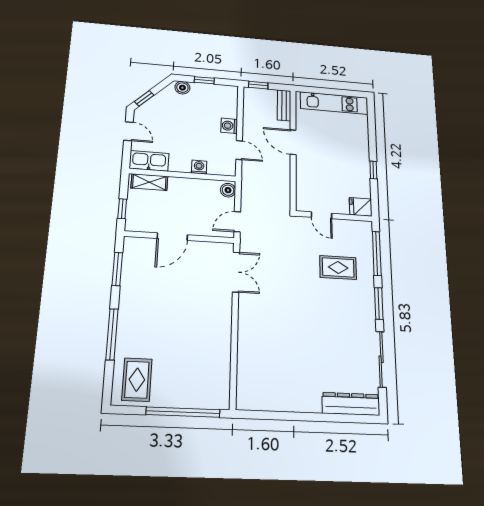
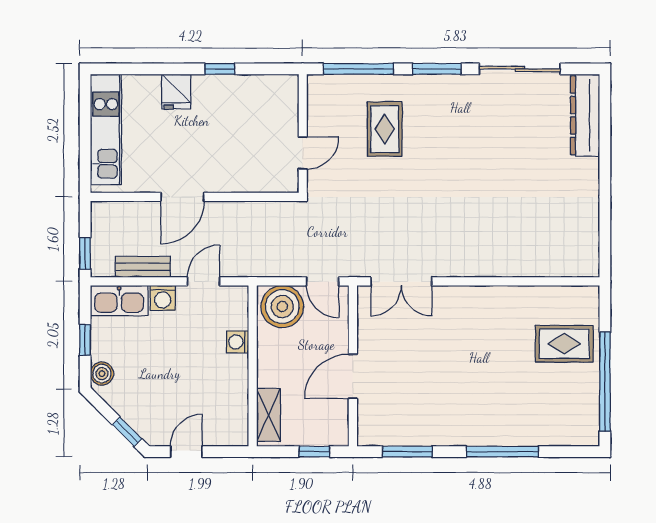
bench: (284, 105) -> (143, 267), moved
kitchen sink: (149, 161) -> (119, 301), moved, turned -90
boiler: (228, 190) -> (282, 307), width x1.86, depth x1.86
fridge: (361, 207) -> (176, 92), moved
door: (172, 237) -> (353, 376), swing flipped
double door: (236, 272) -> (401, 281), swing flipped
rug: (137, 380) -> (564, 344), moved
window: (183, 412) -> (605, 382), moved

